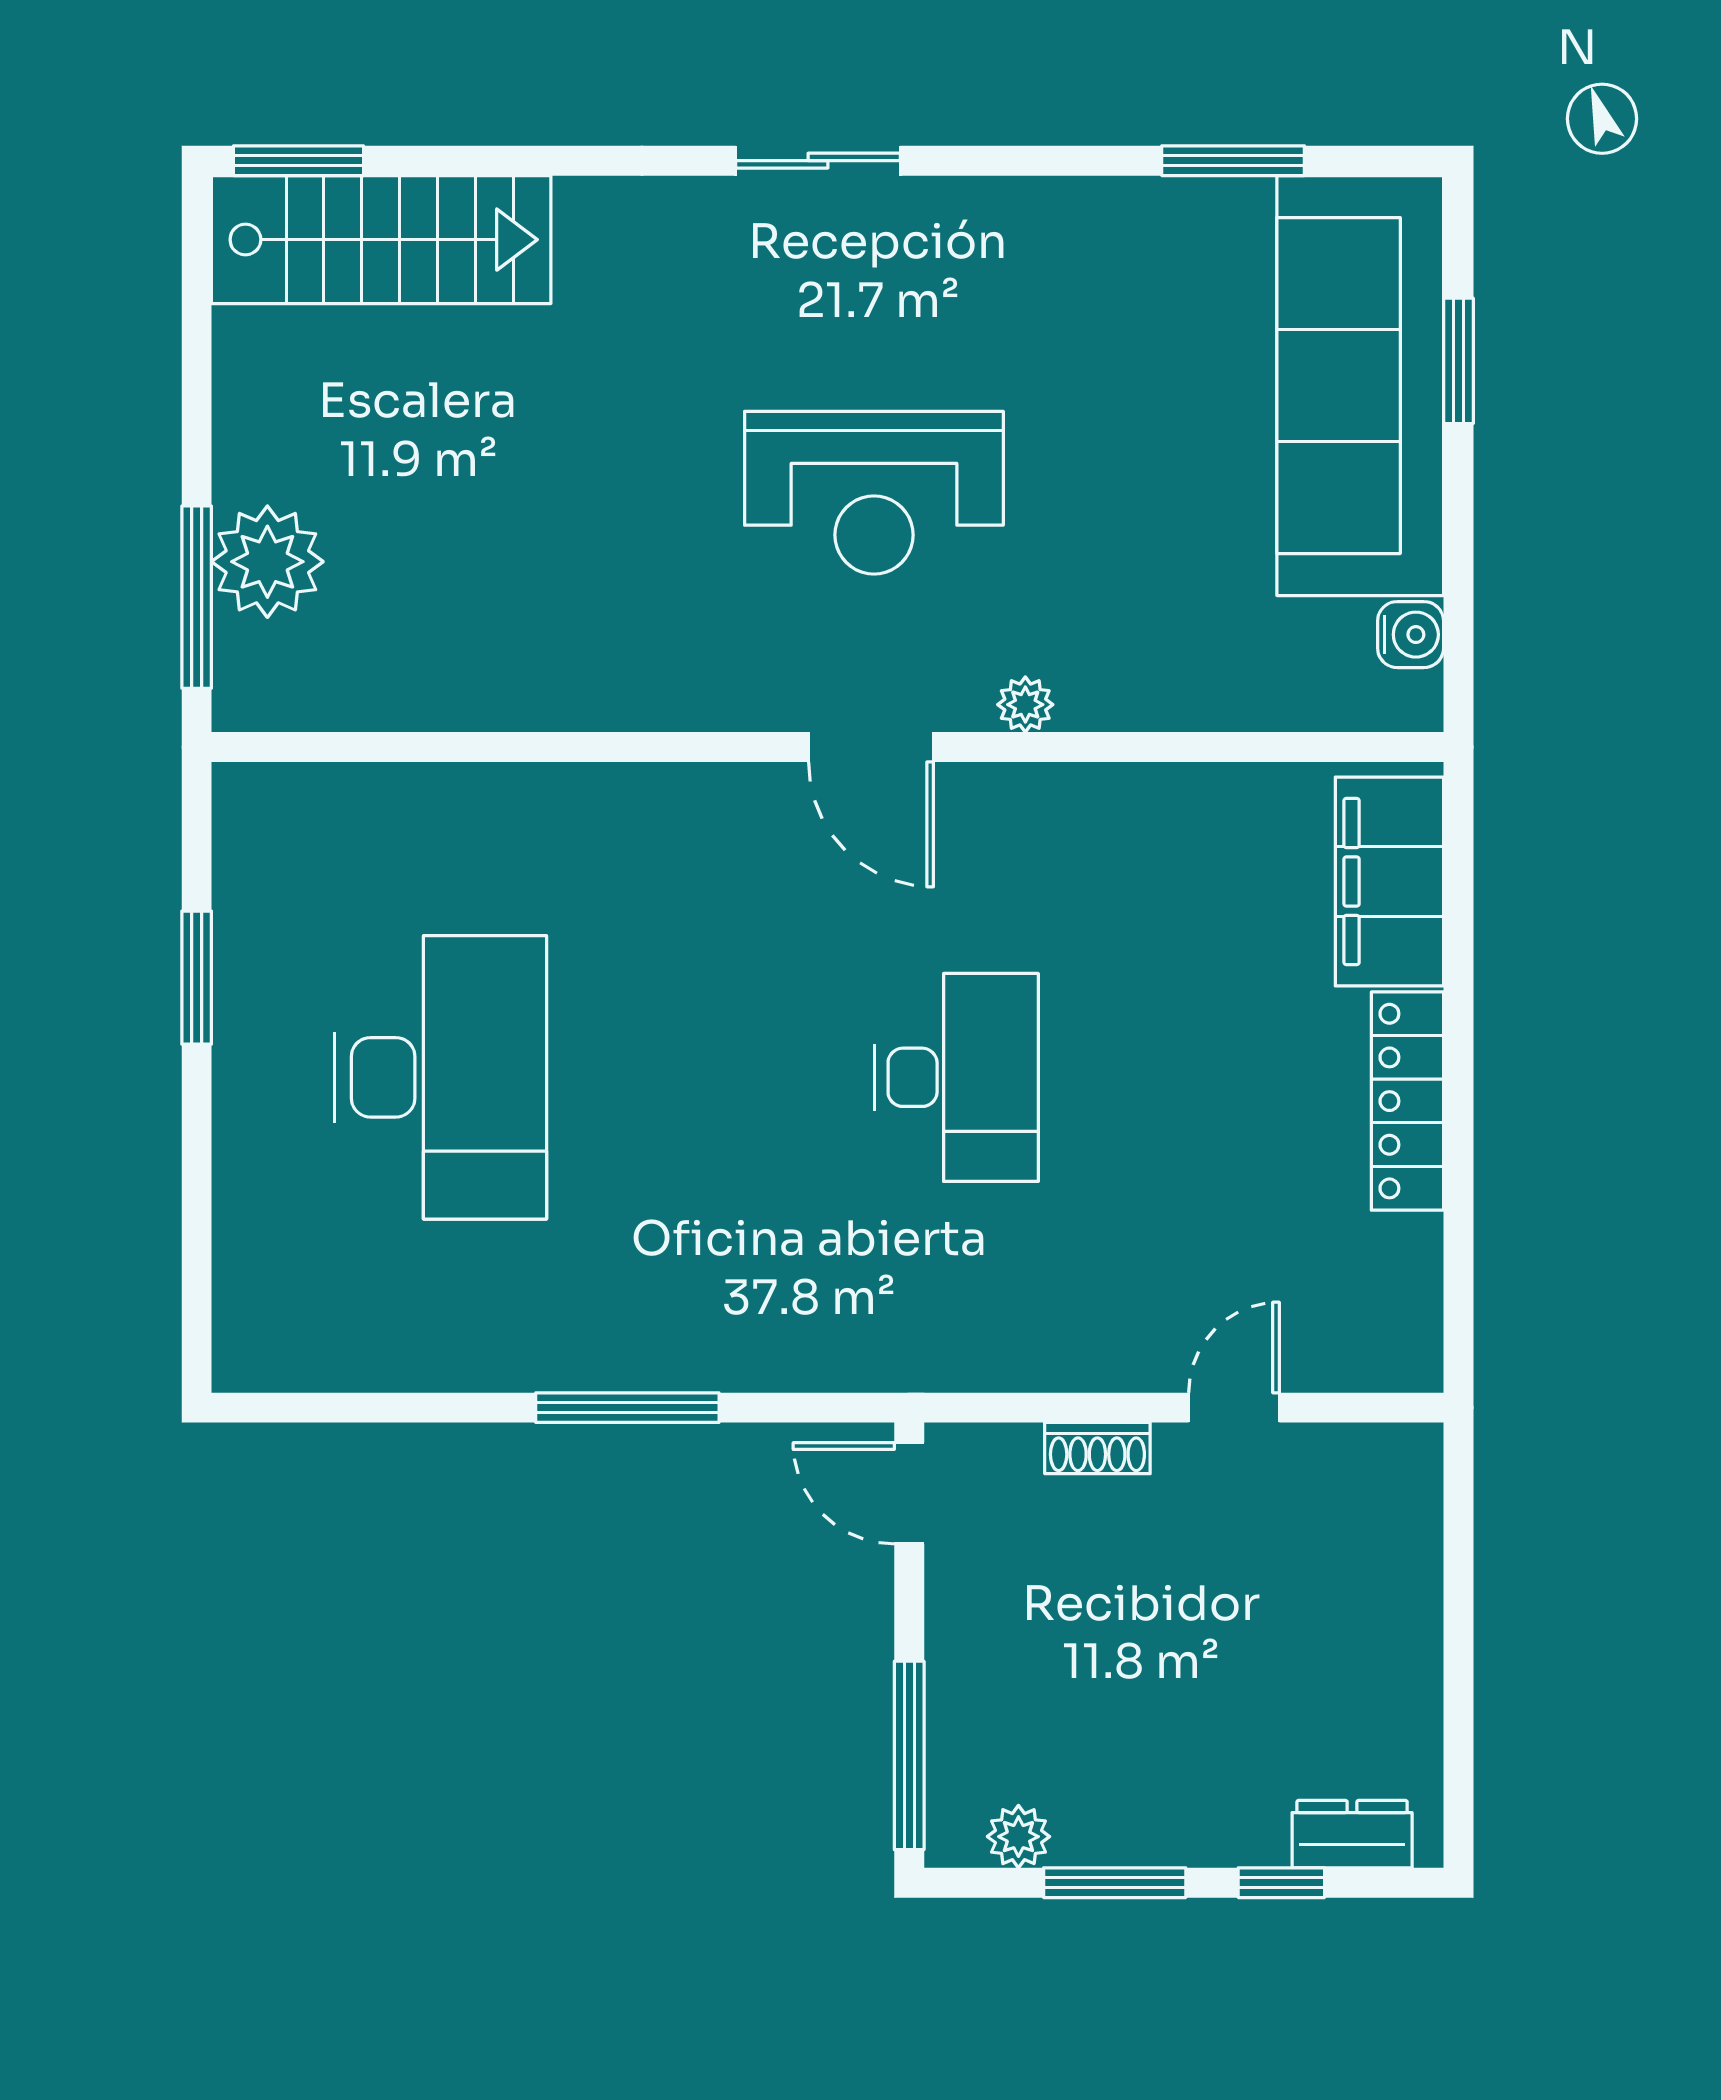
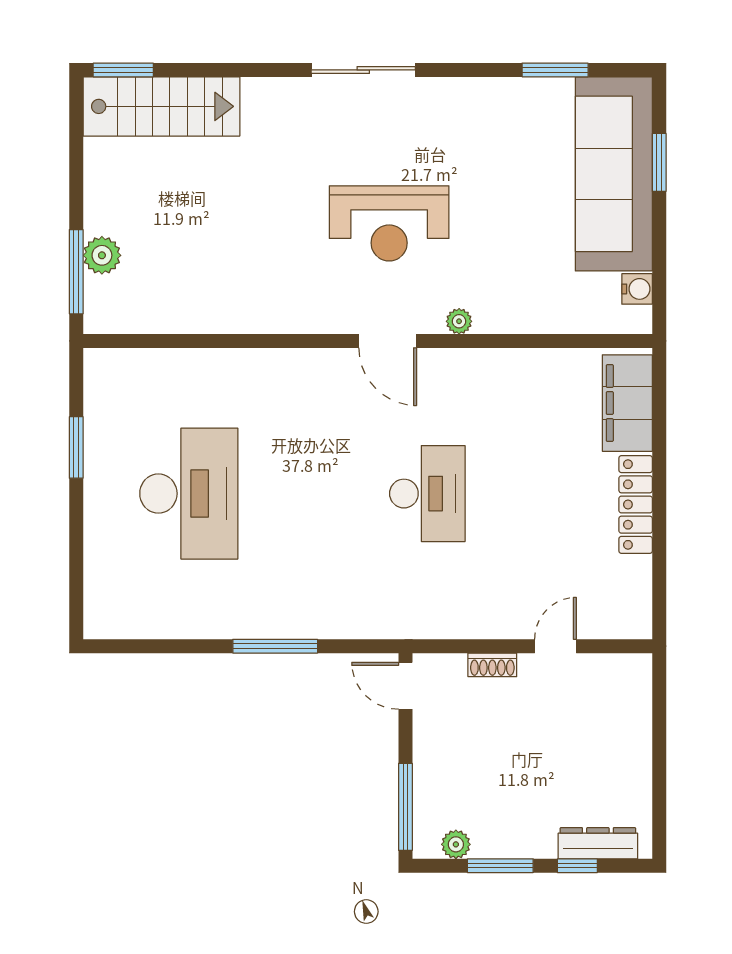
sliding door: (818, 161) -> (363, 70), width x1.37
plant: (267, 562) -> (102, 255), width x0.73, depth x0.73
dresser: (1352, 1834) -> (598, 843), width x1.44

